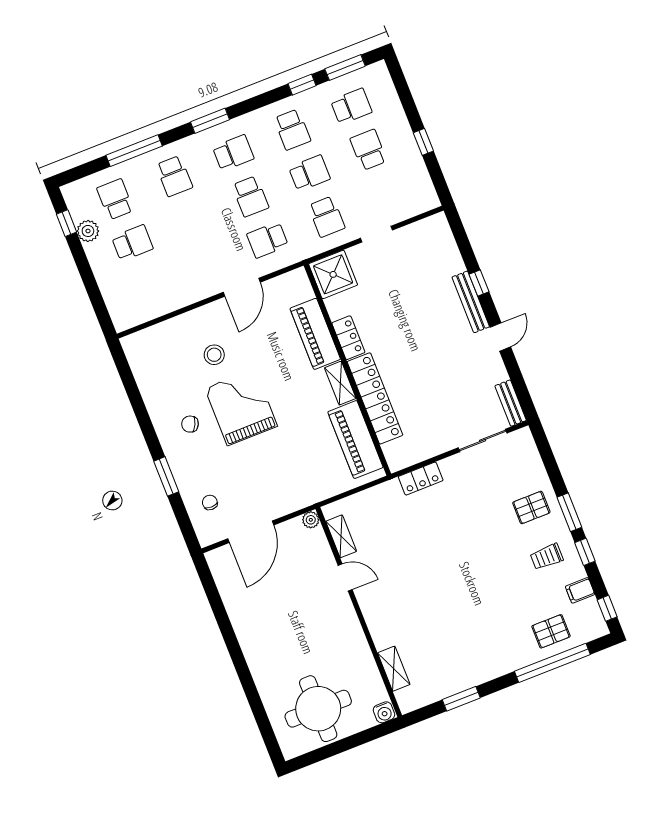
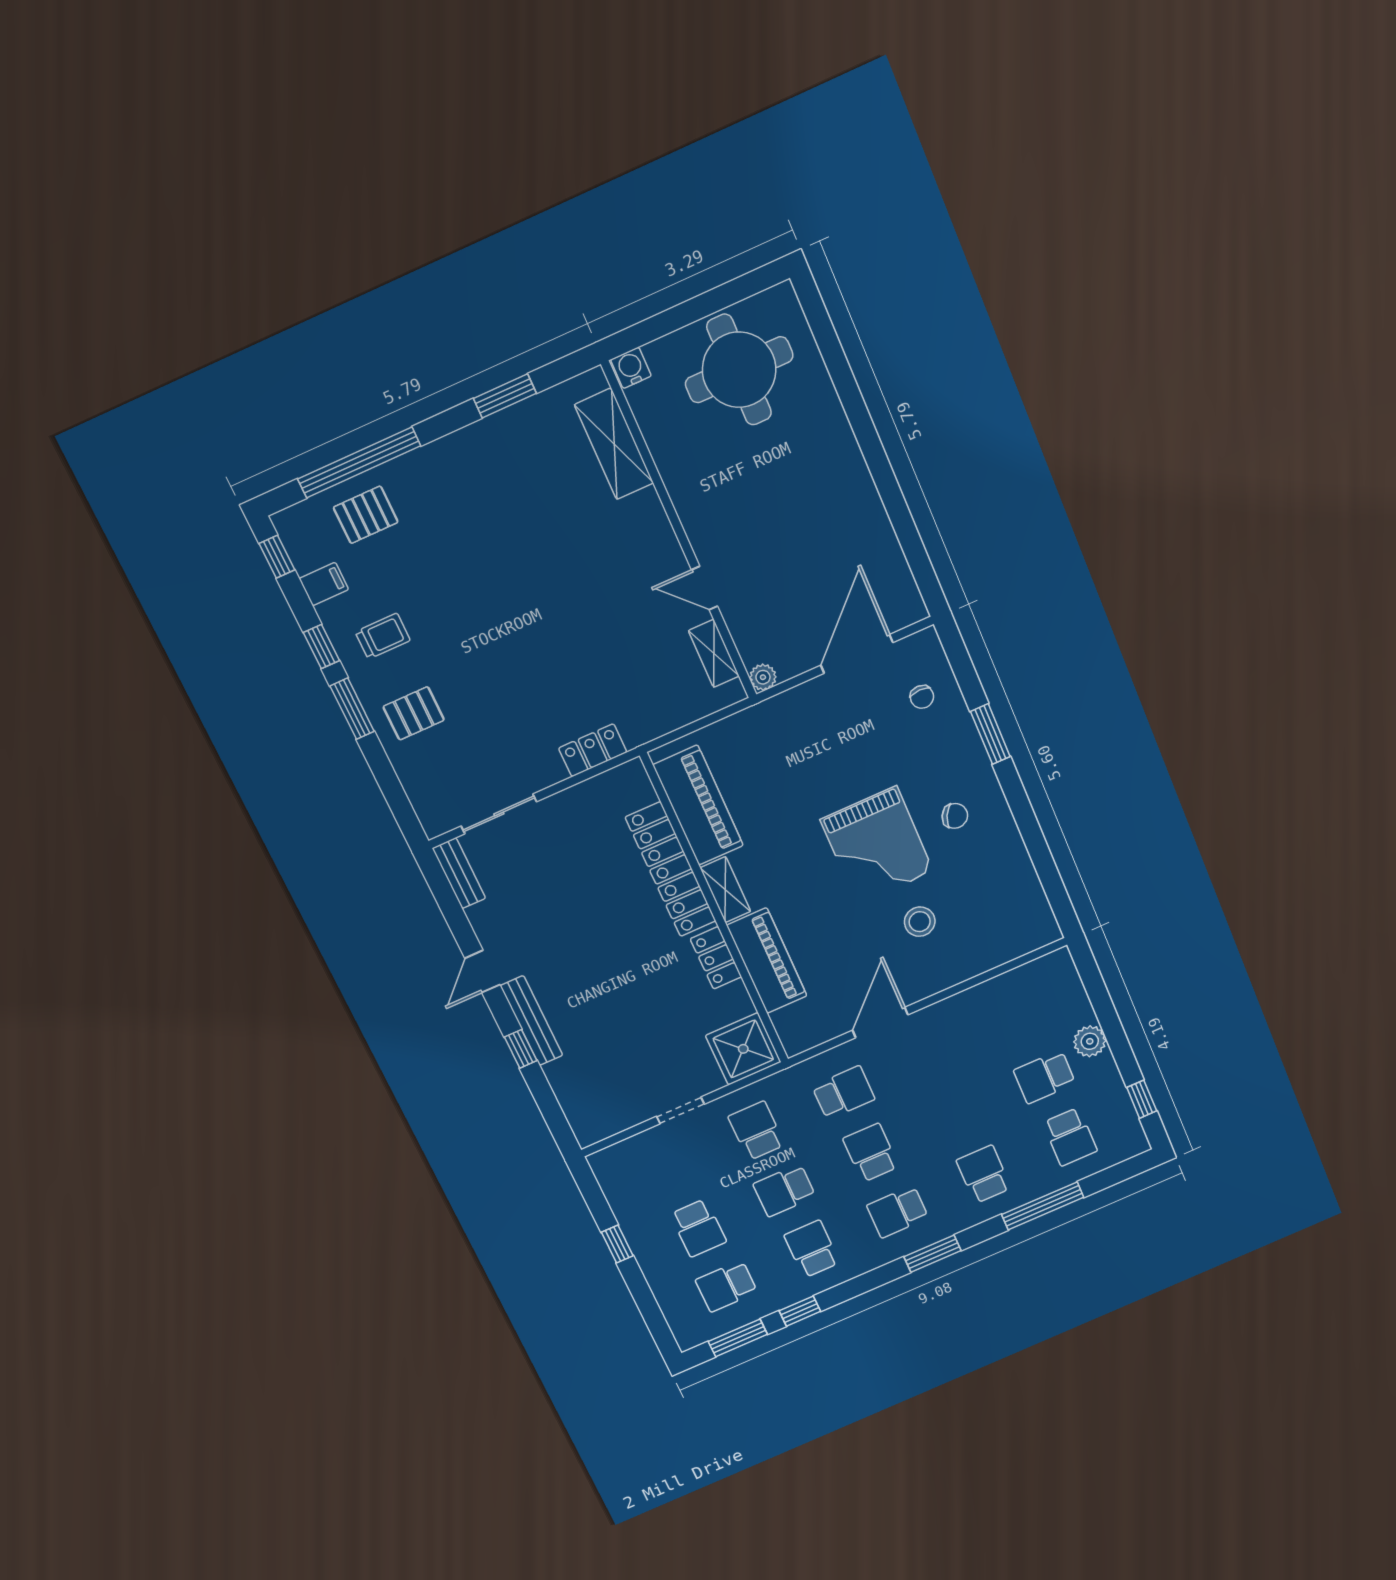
plant: (88, 231) -> (1090, 1041), moved
shelving: (394, 669) -> (614, 444), width x1.50, depth x1.33

